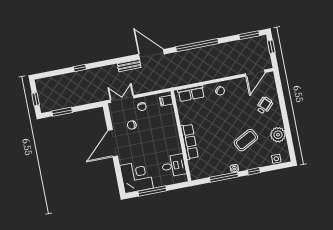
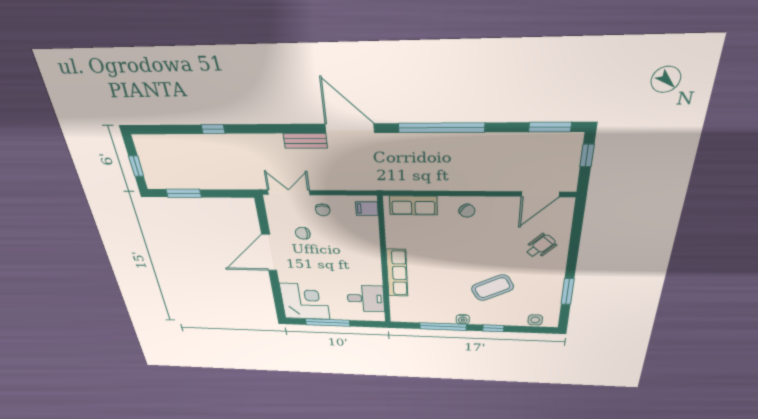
window: (288, 133) -> (568, 292), added
plant: (278, 135) -> (549, 290), removed

